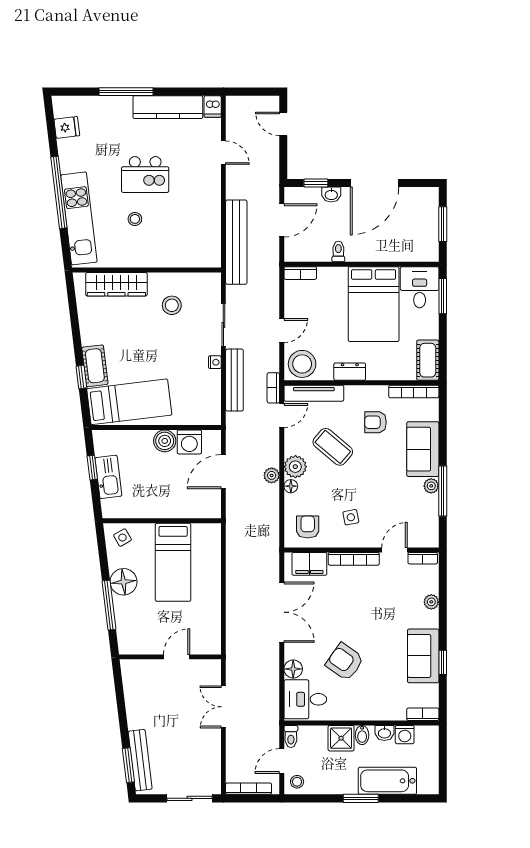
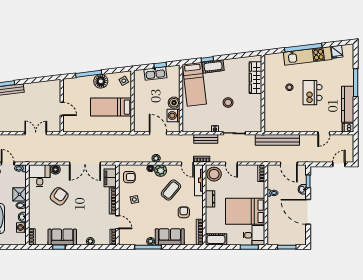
kitchen unit: (79, 218) -> (308, 56), moved
stool: (172, 305) -> (228, 102), moved
bench: (234, 380) -> (206, 139), width x0.73

